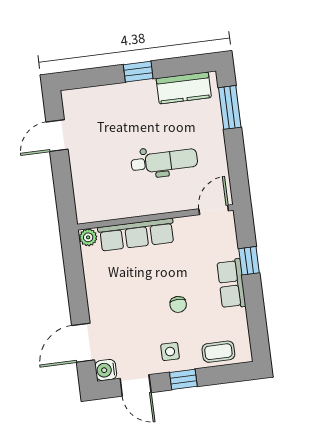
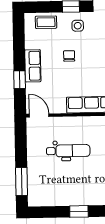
kitchen counter: (184, 88) -> (50, 198), removed
dental chair: (164, 161) -> (68, 151), turned 180
door: (214, 210) -> (39, 115), swing flipped

